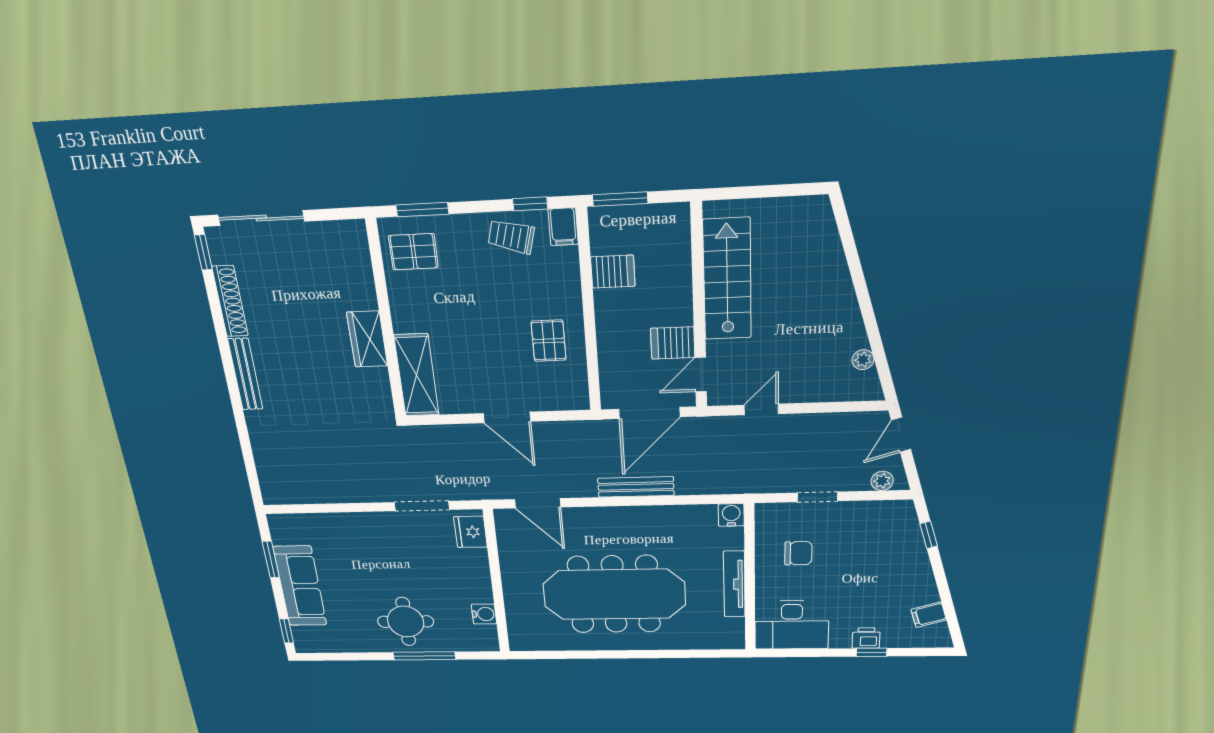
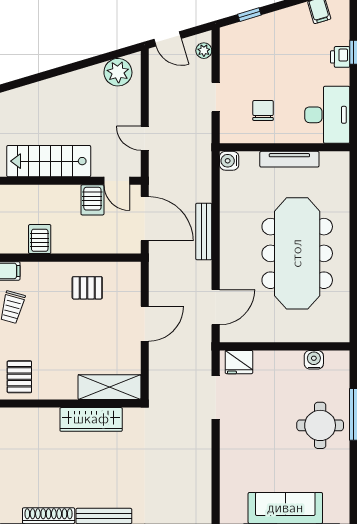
wardrobe: (367, 339) -> (91, 419), width x1.50
plant: (863, 360) -> (118, 72), width x1.88, depth x1.88

